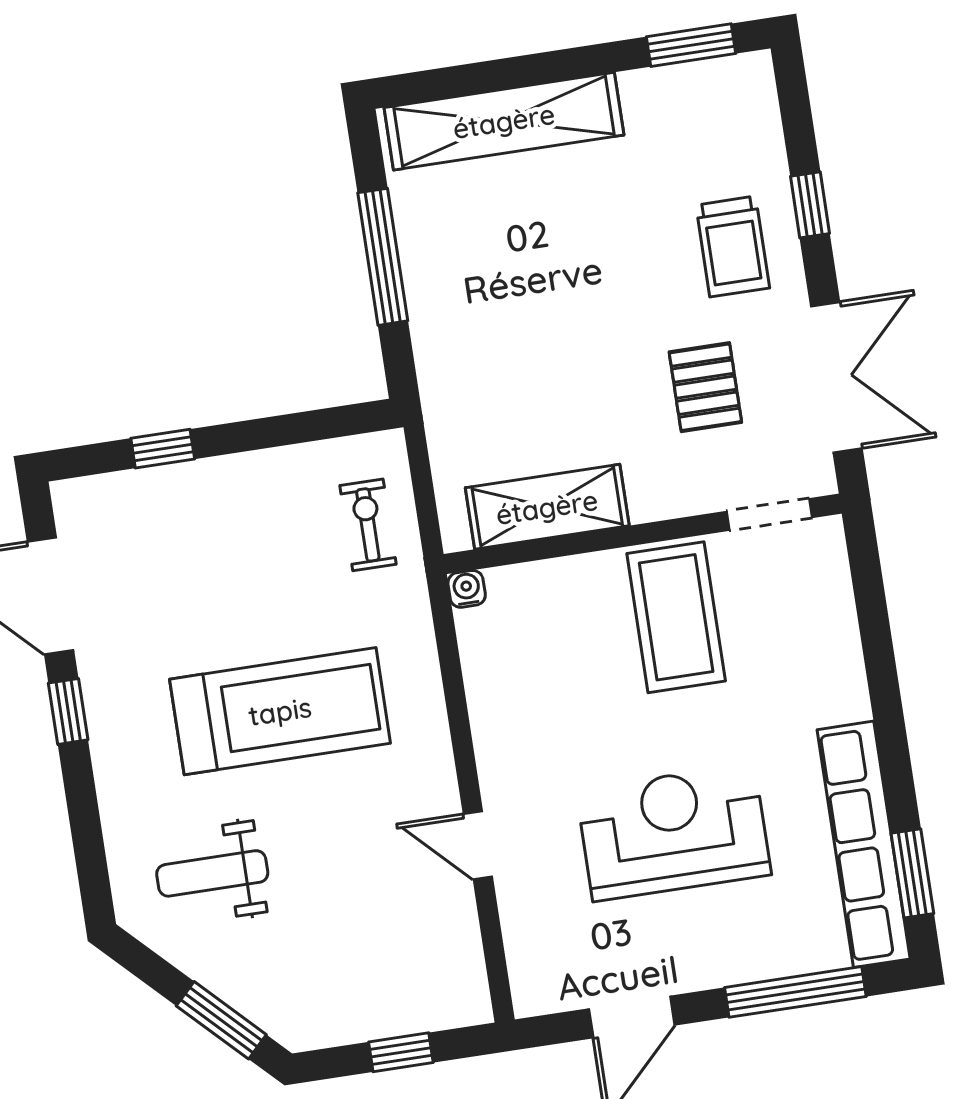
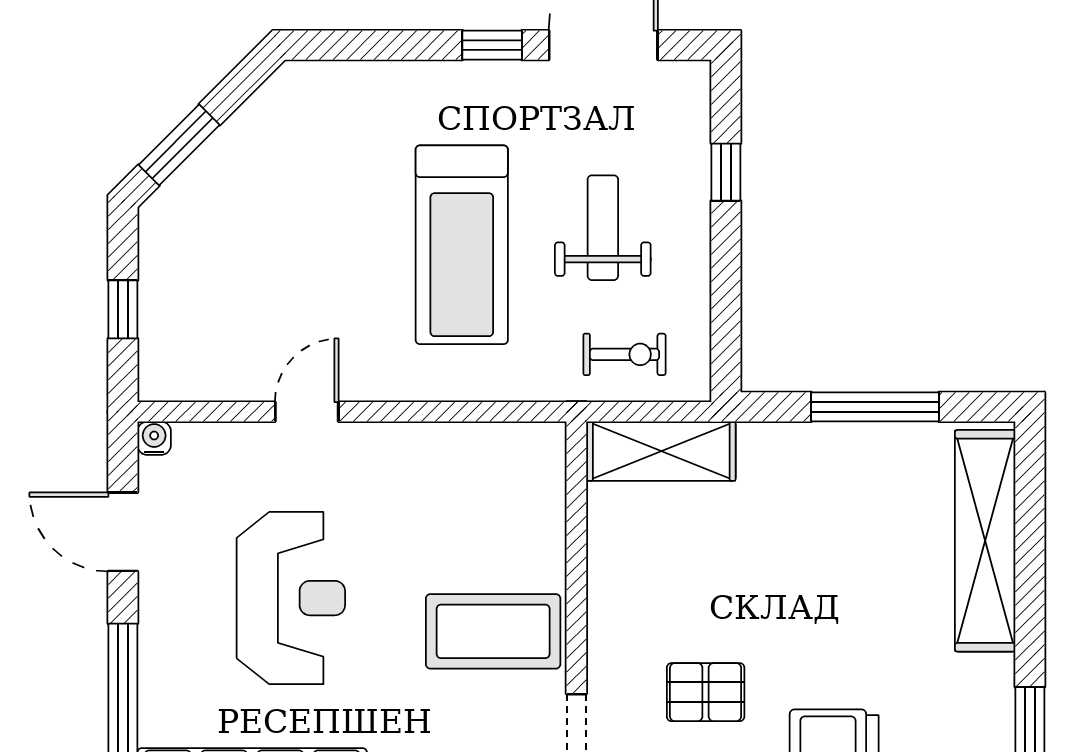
shelving: (547, 507) -> (661, 451), moved, turned 90
water cooler: (467, 589) -> (154, 438), moved, turned -90
weight bench: (212, 873) -> (603, 228), moved

